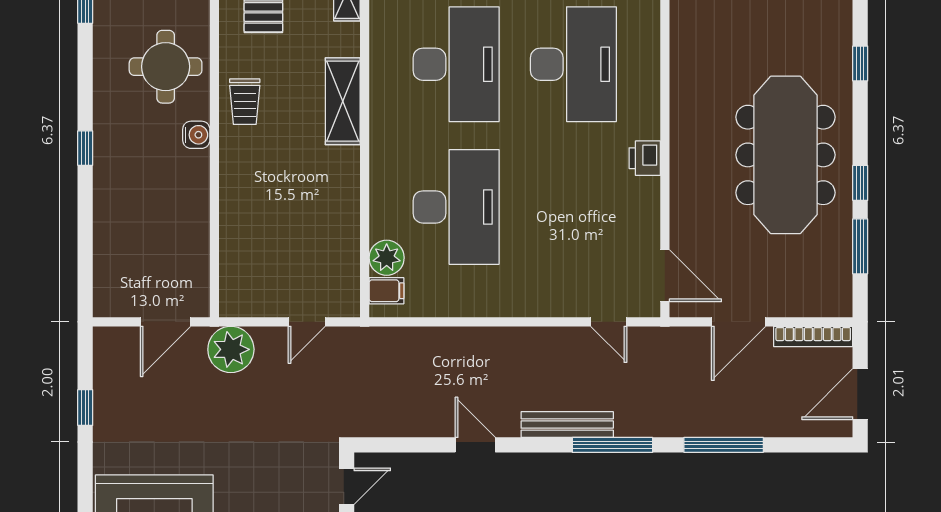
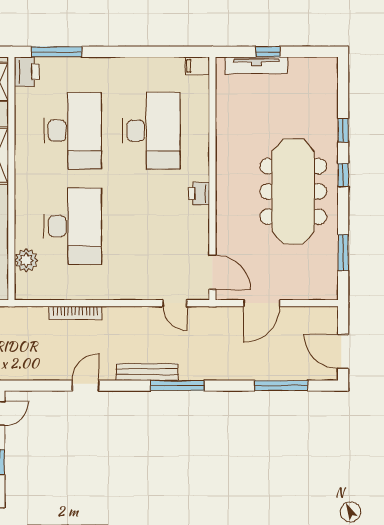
window: (860, 183) -> (343, 175), moved
filing cabinet: (386, 291) -> (26, 282), removed
bookcase: (813, 336) -> (75, 313), moved
door: (860, 394) -> (343, 351), hinge flipped
door: (475, 445) -> (86, 386), hinge flipped
window: (724, 445) -> (281, 386), moved

